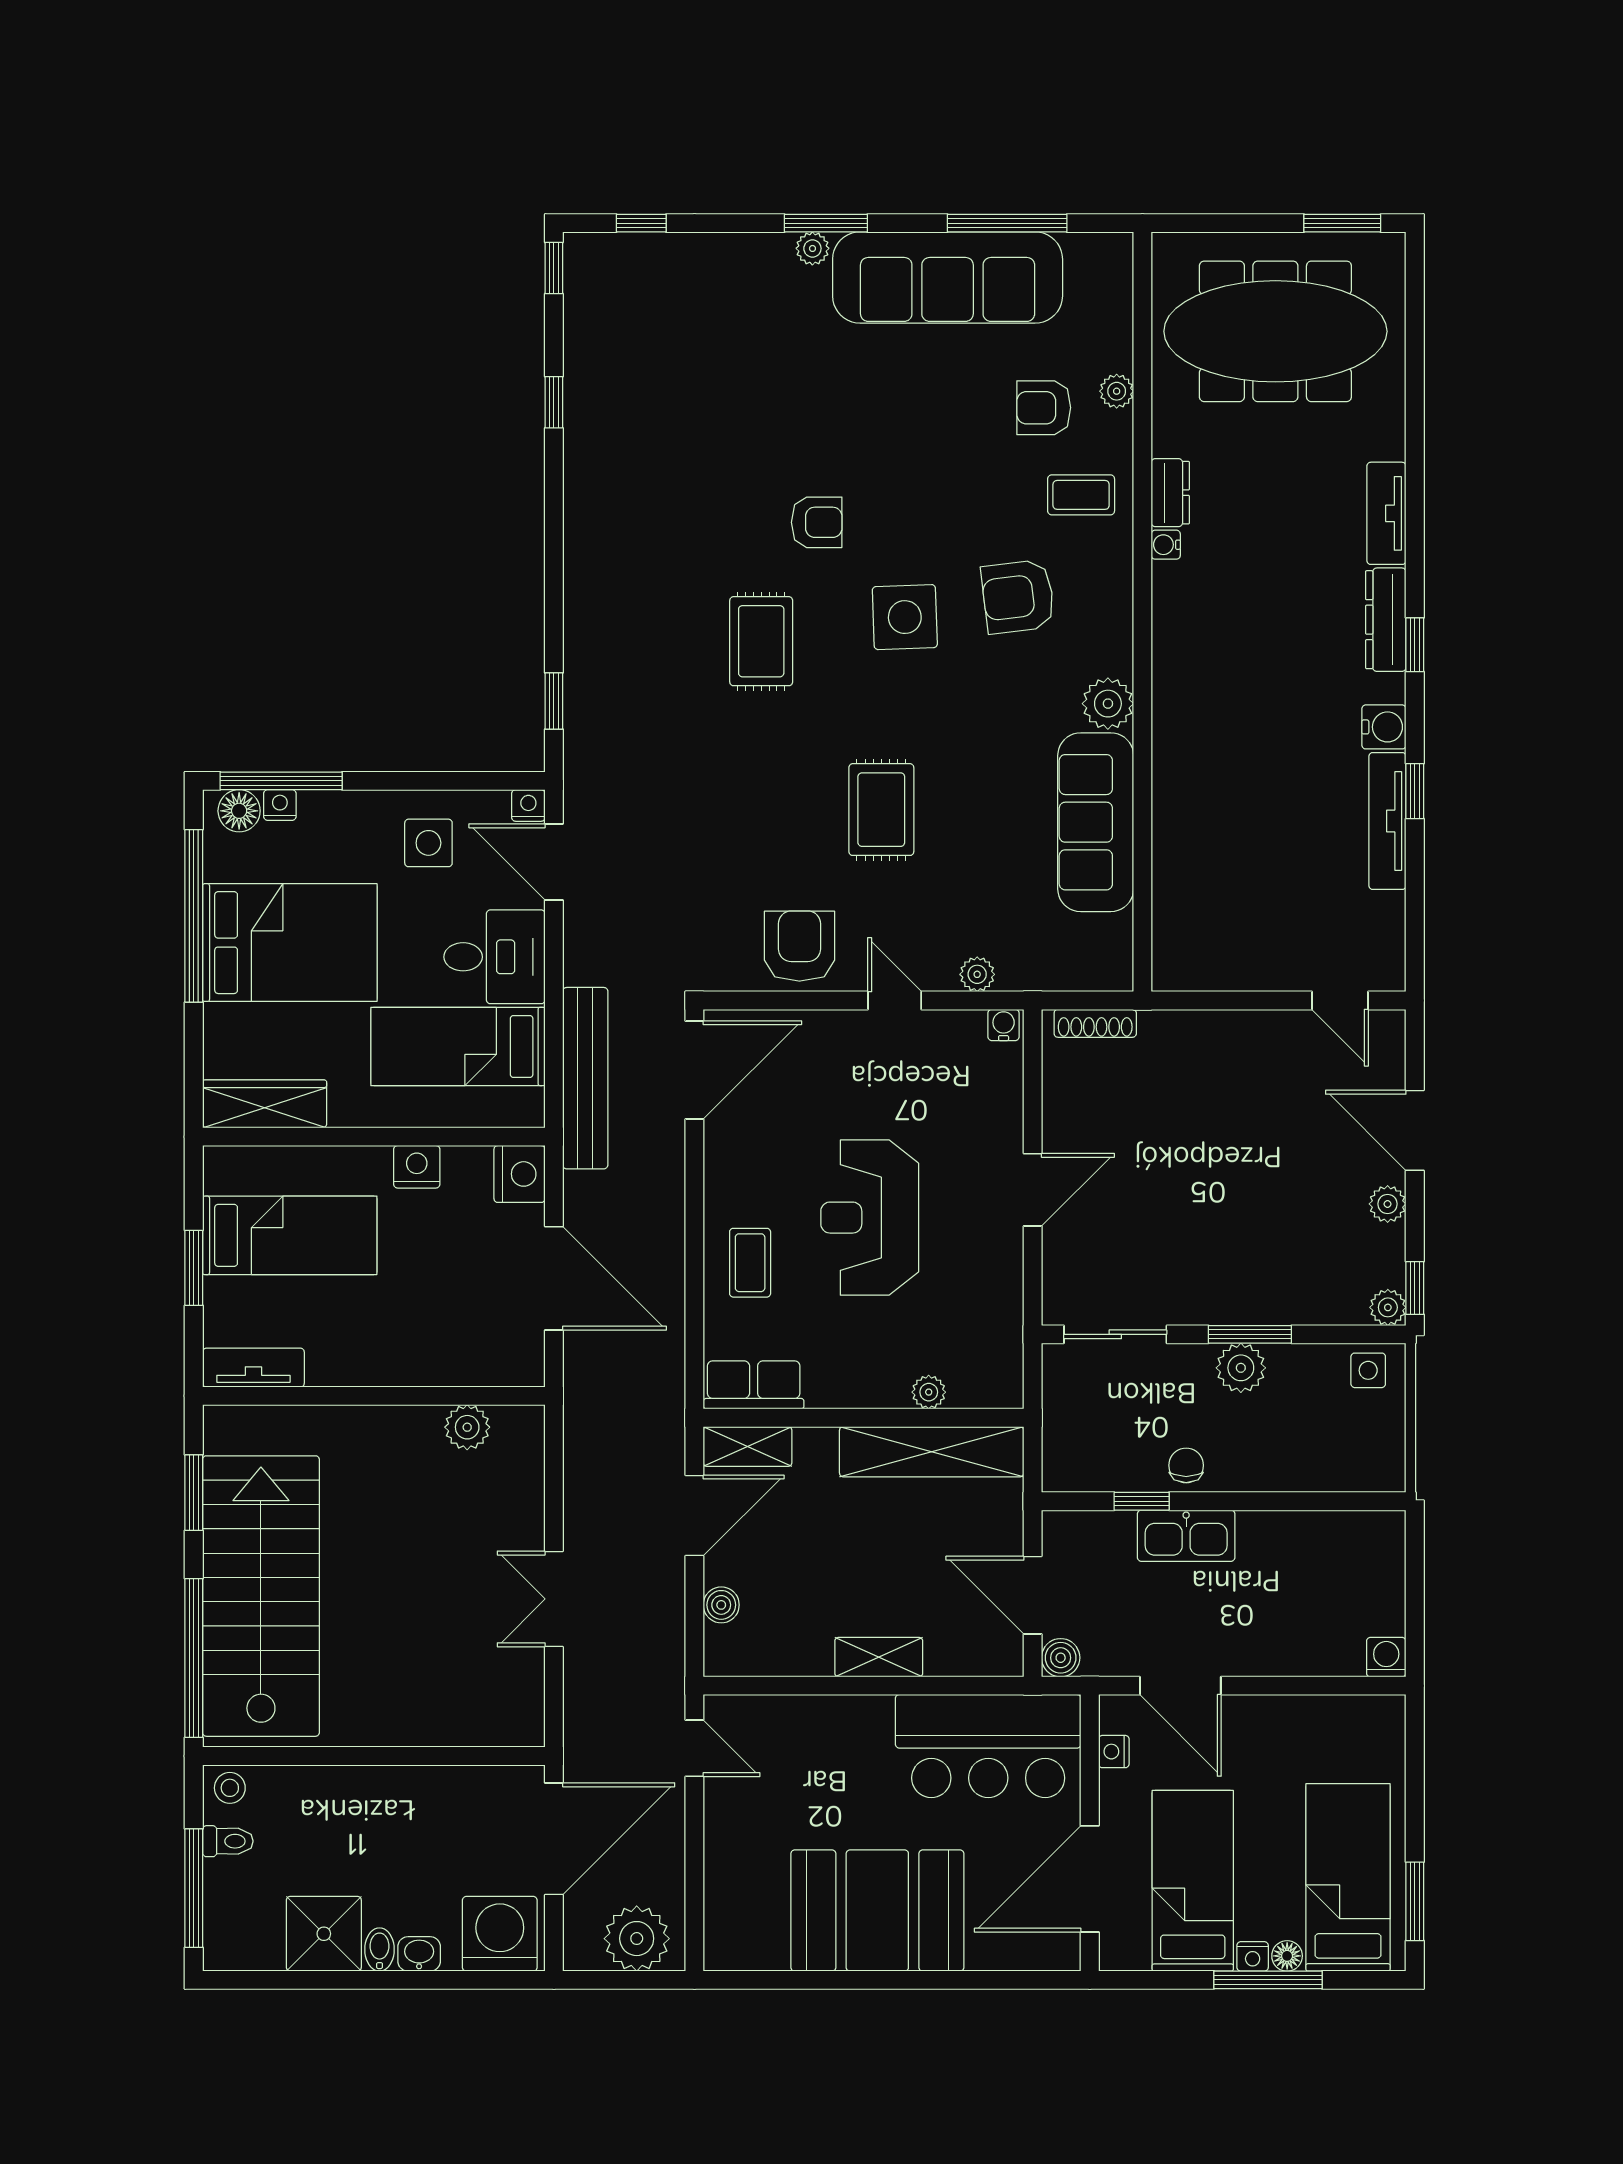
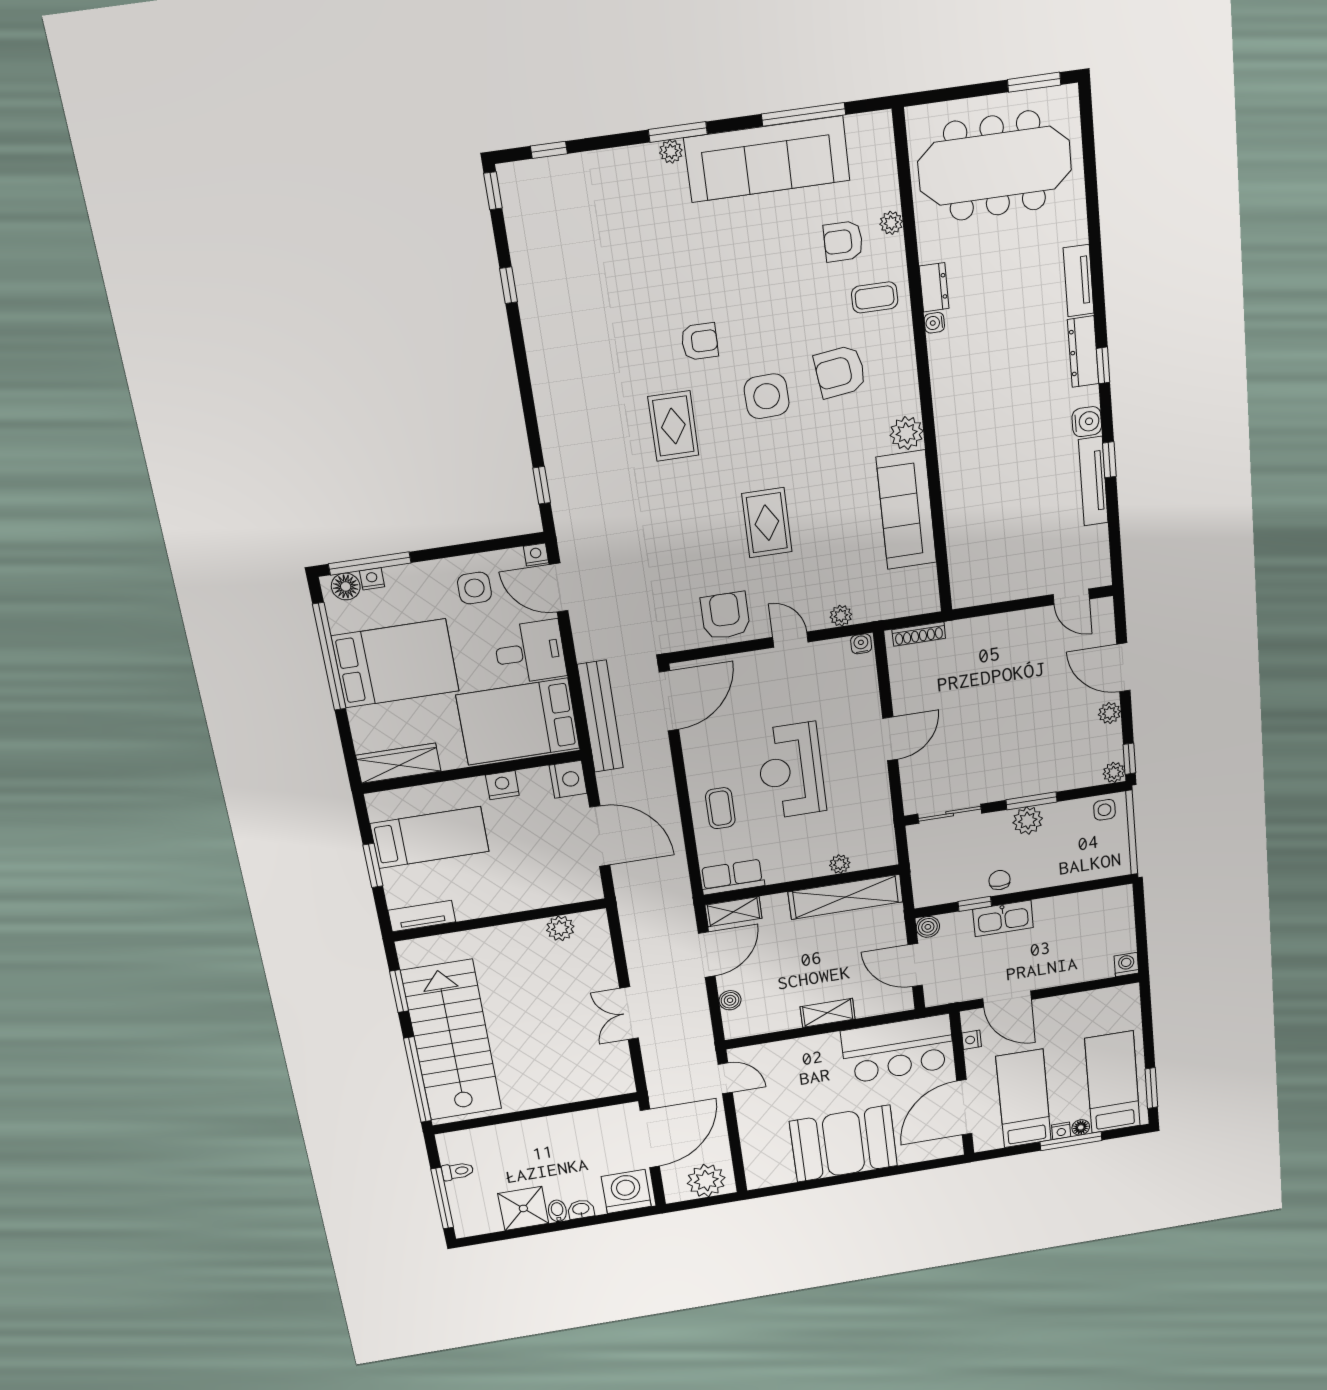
bed: (458, 1046) -> (518, 722), width x1.50
boiler: (1061, 1658) -> (928, 927), moved
stool: (230, 1788) -> (453, 1144), removed

